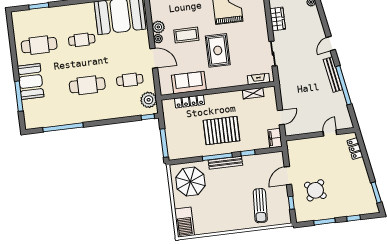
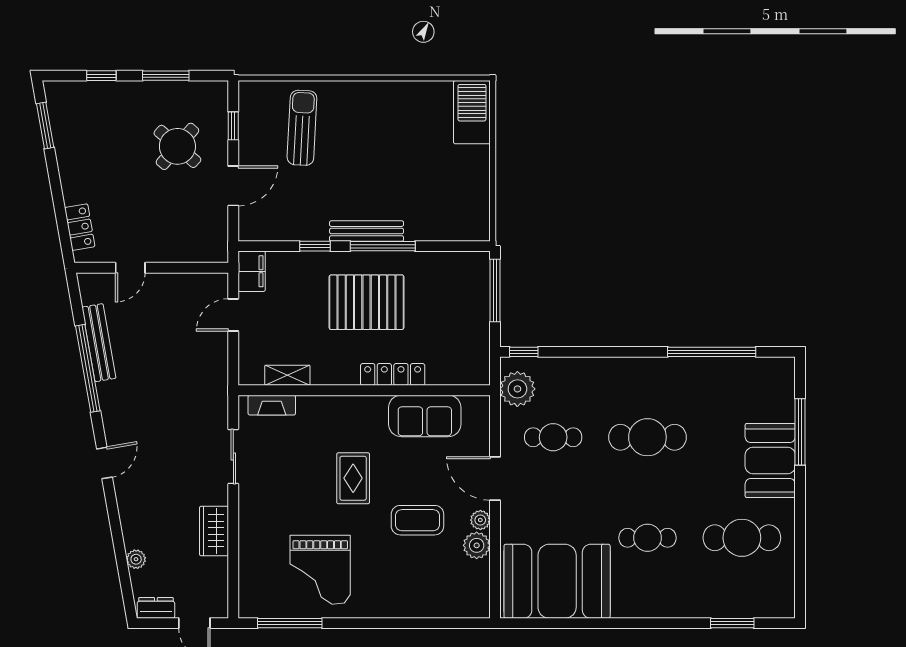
rug: (218, 50) -> (353, 478), width x0.73, depth x0.70
bench: (333, 75) -> (99, 343), moved
locker: (190, 101) -> (393, 374), moved
parasol: (190, 182) -> (448, 199), removed

